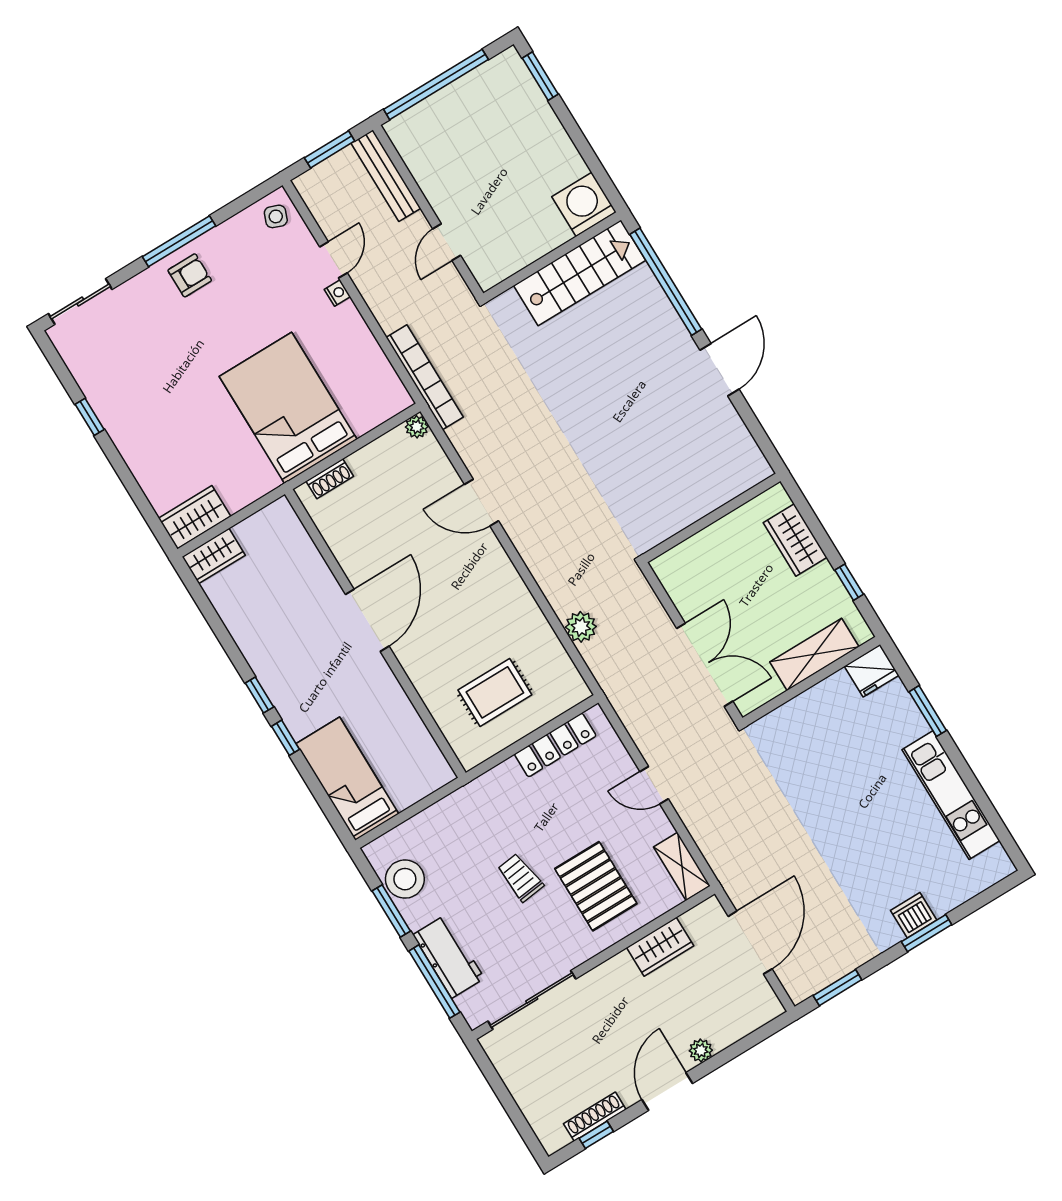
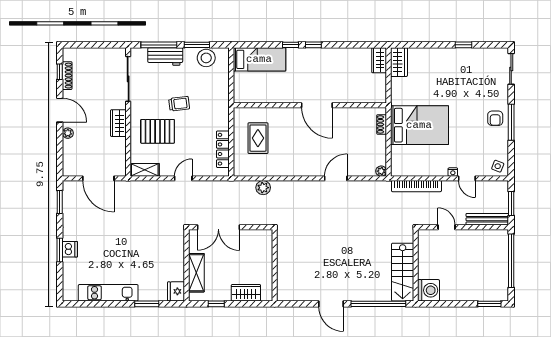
bookcase: (425, 377) -> (416, 186), moved
wardrobe: (660, 947) -> (118, 123), moved

